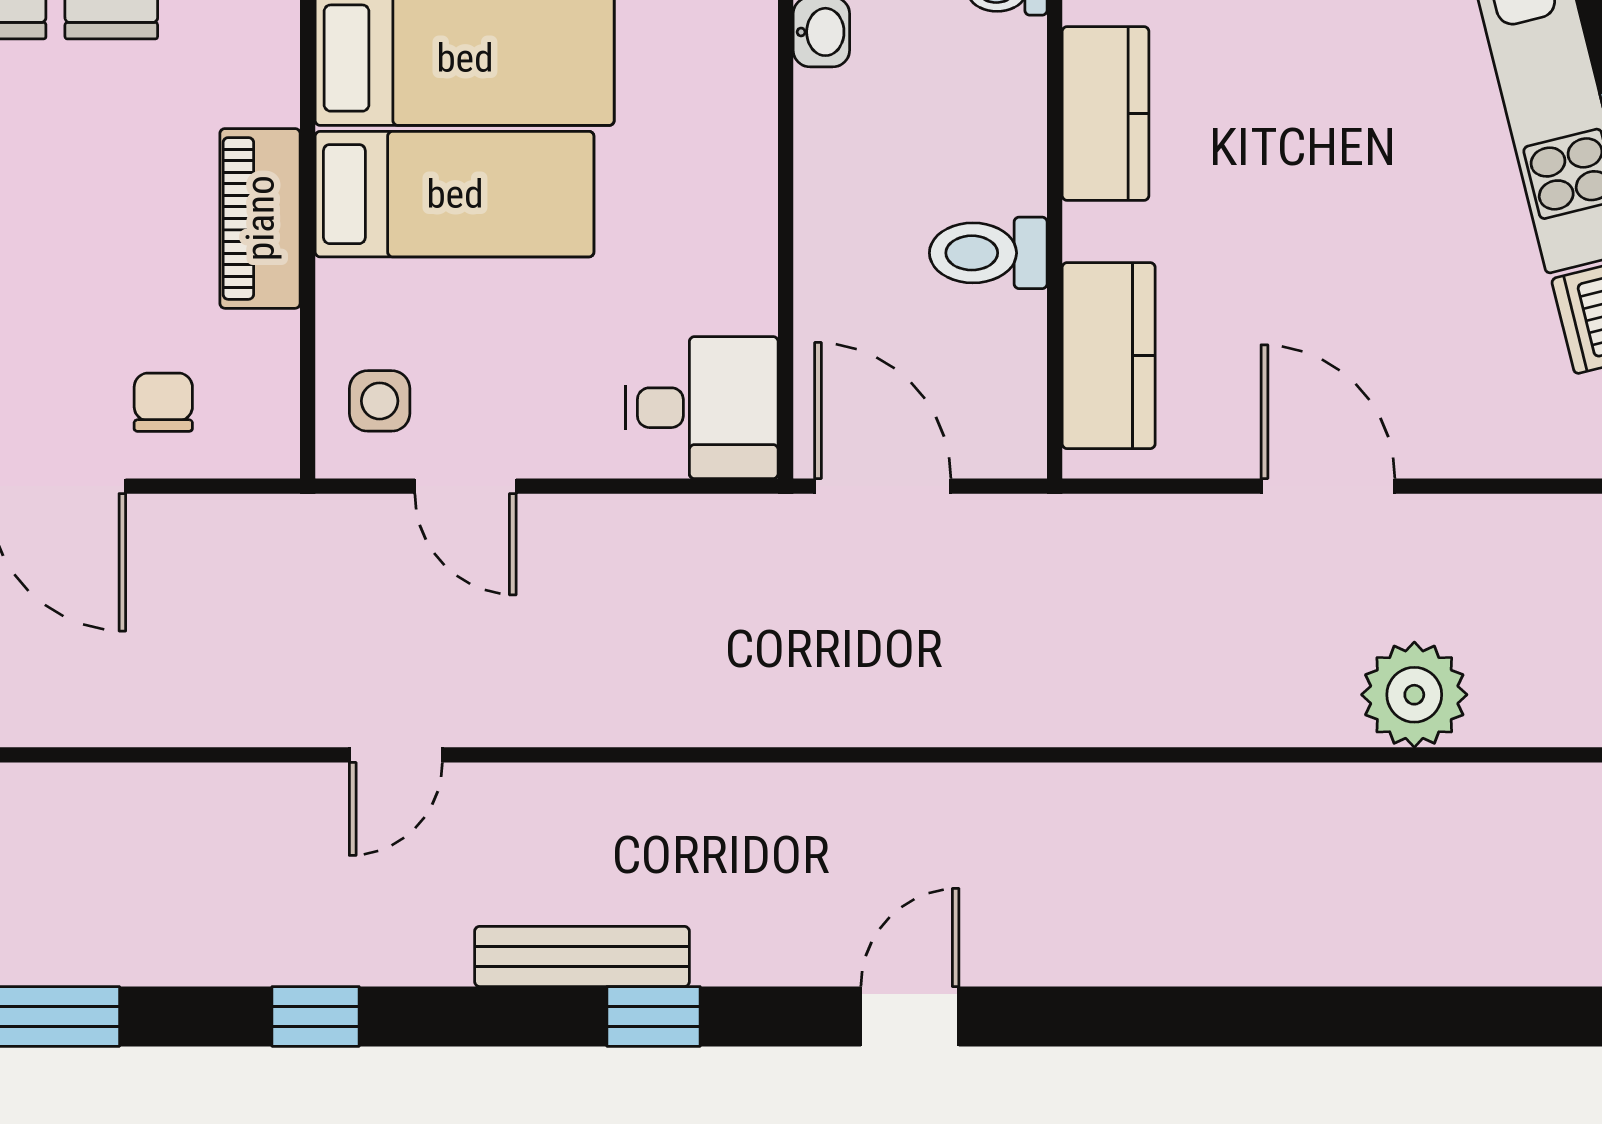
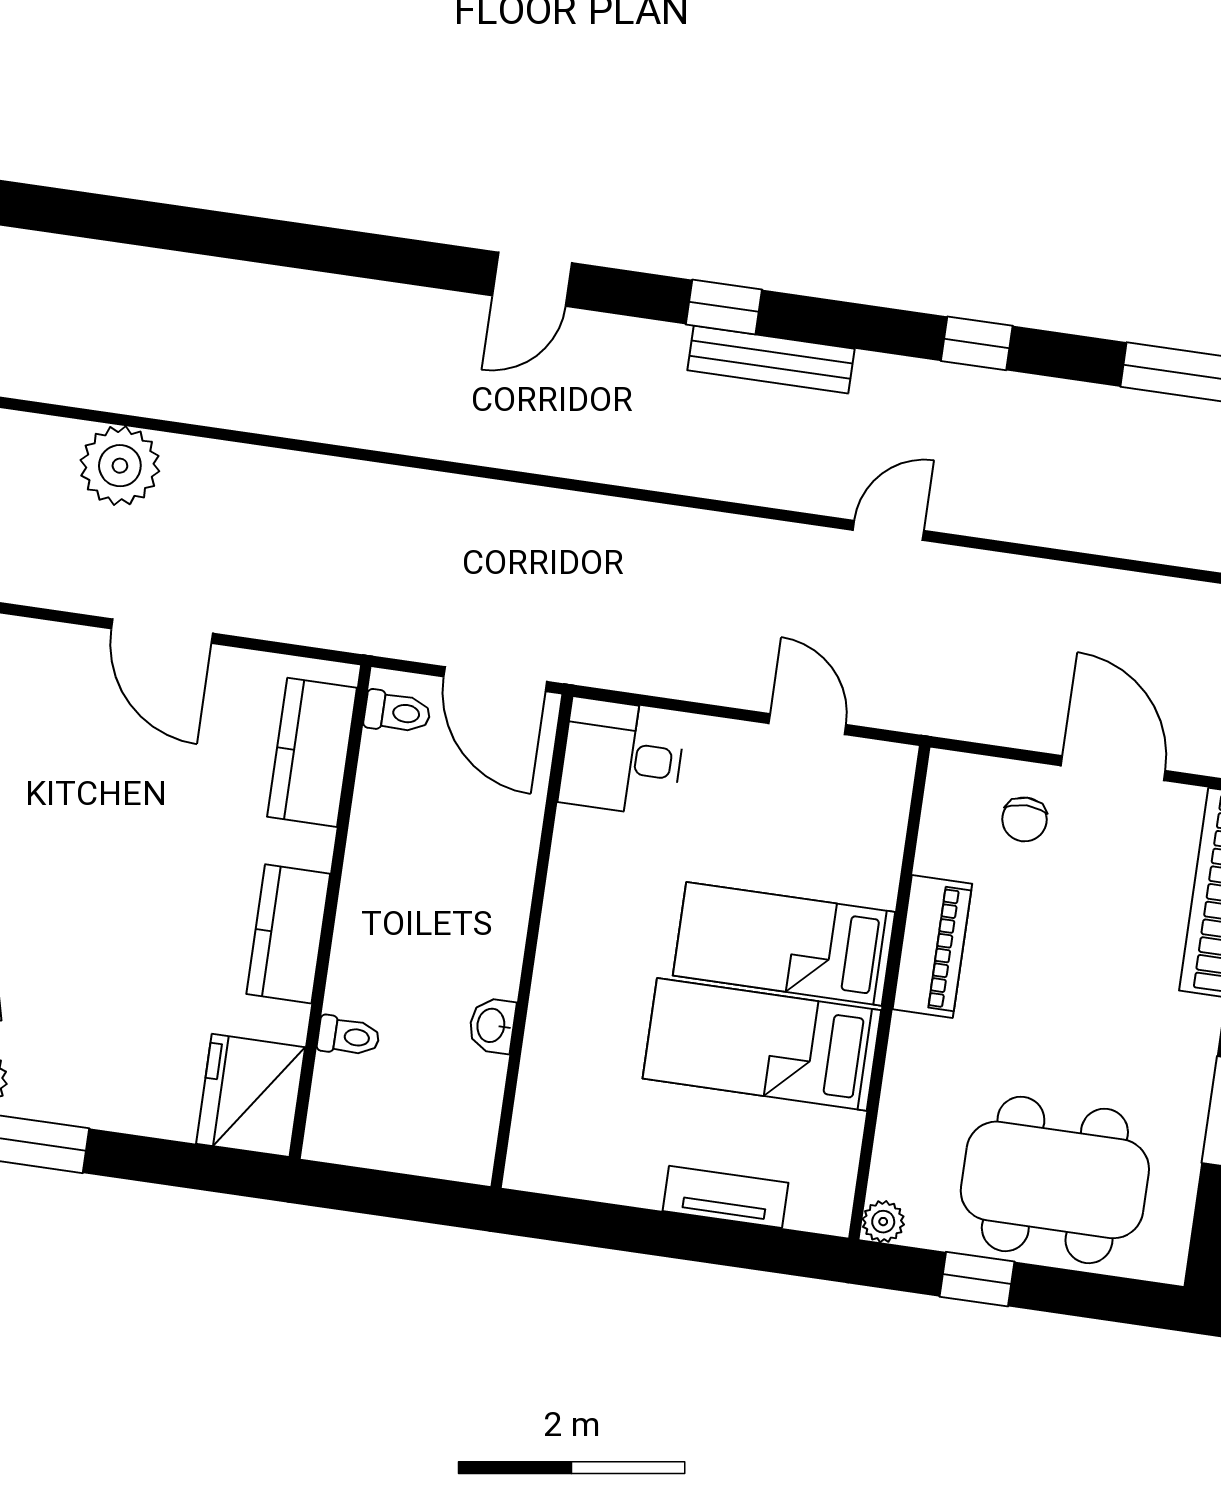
toilet: (988, 253) -> (397, 712), moved, width x0.73, depth x0.72
side table: (380, 401) -> (862, 797), removed

